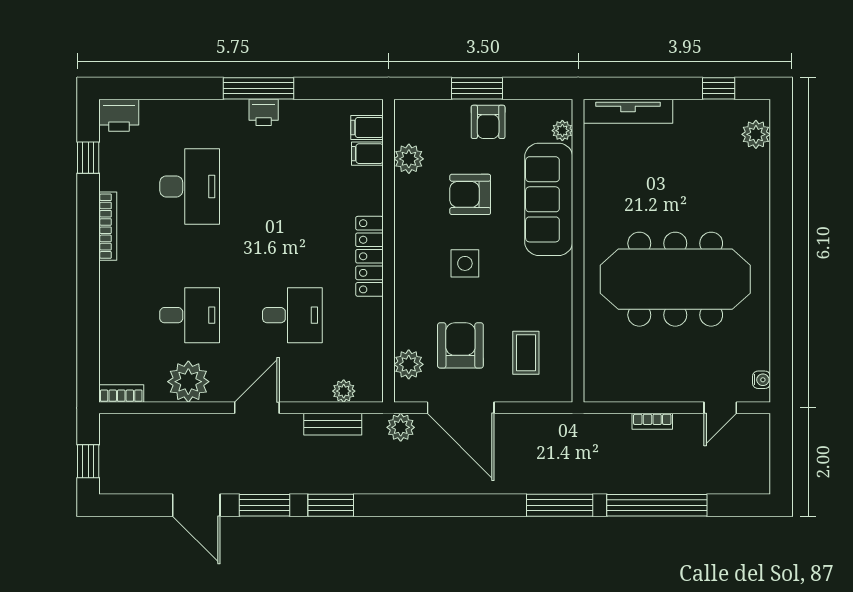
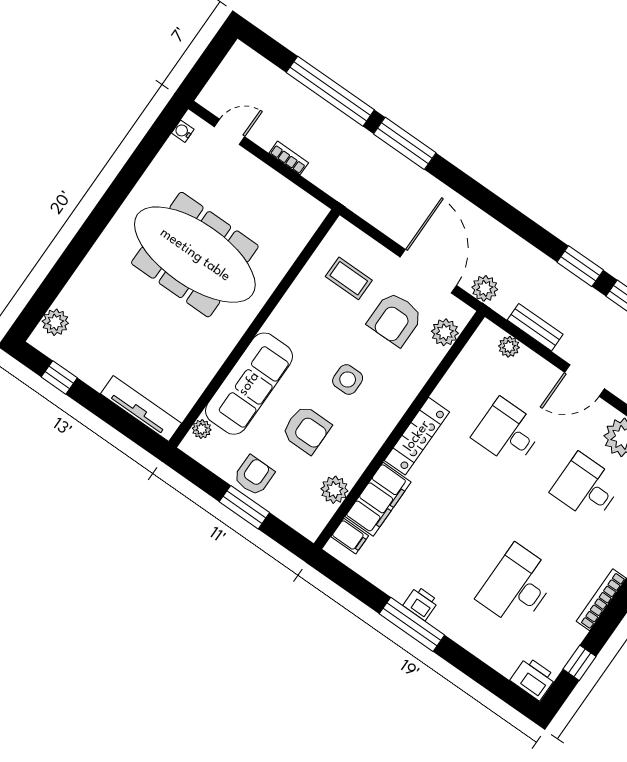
filing cabinet: (367, 154) -> (378, 499), width x3.00, depth x1.17
coffee table: (526, 353) -> (349, 278), turned 90

